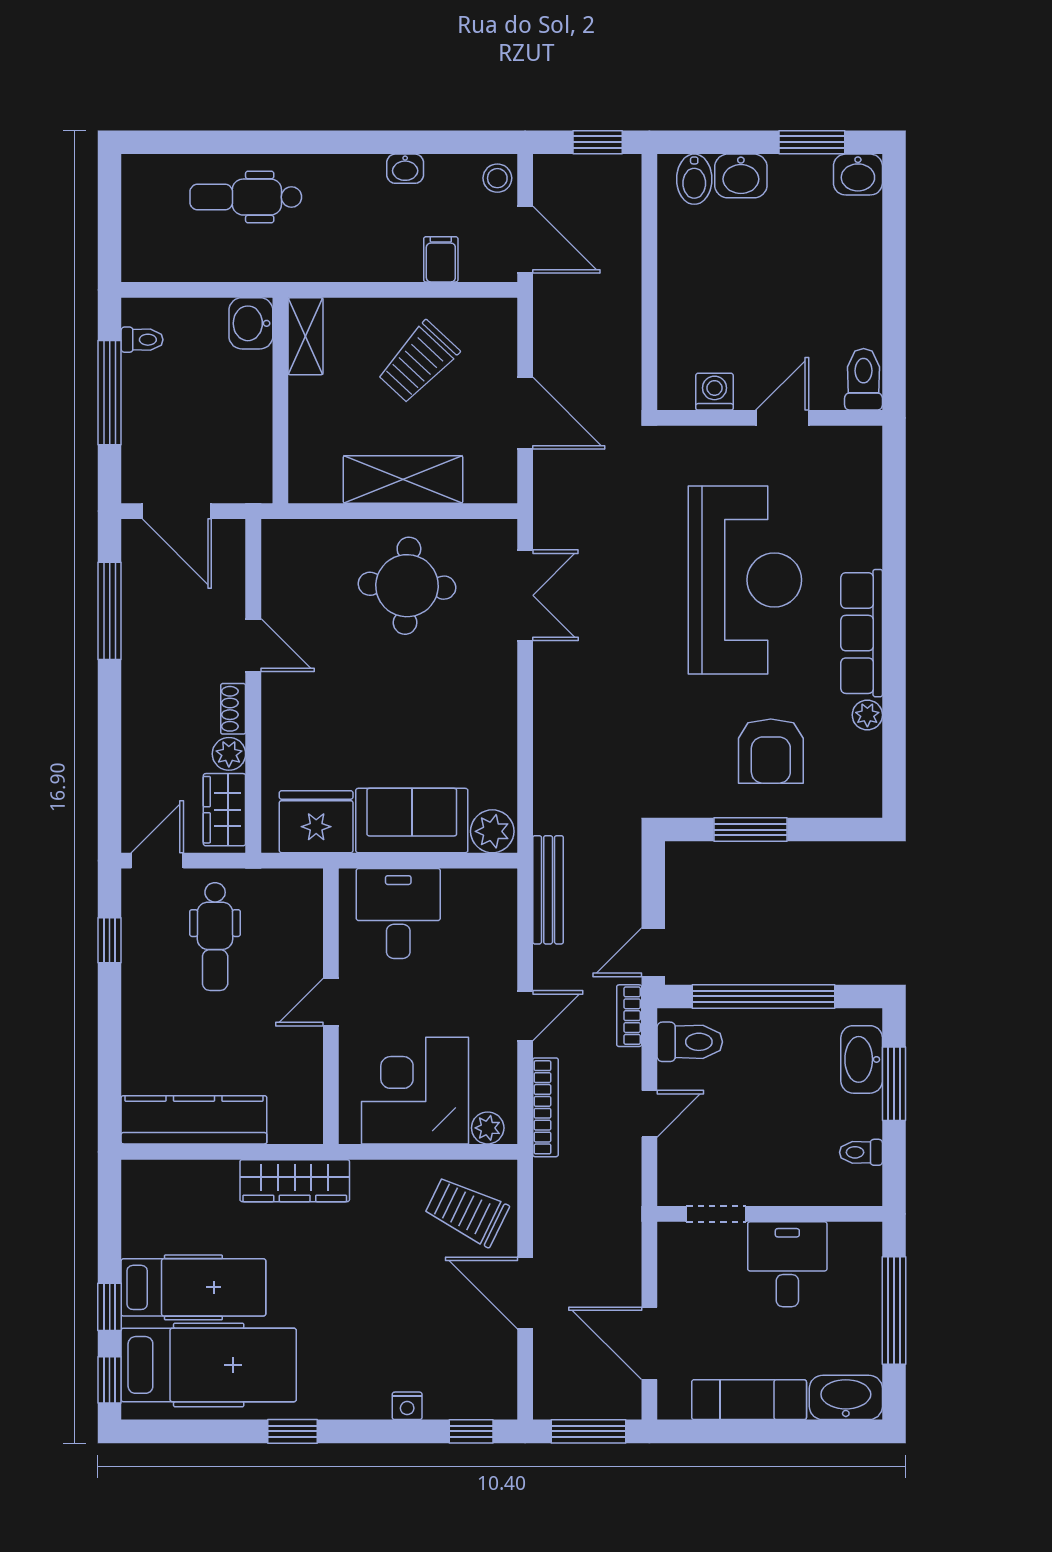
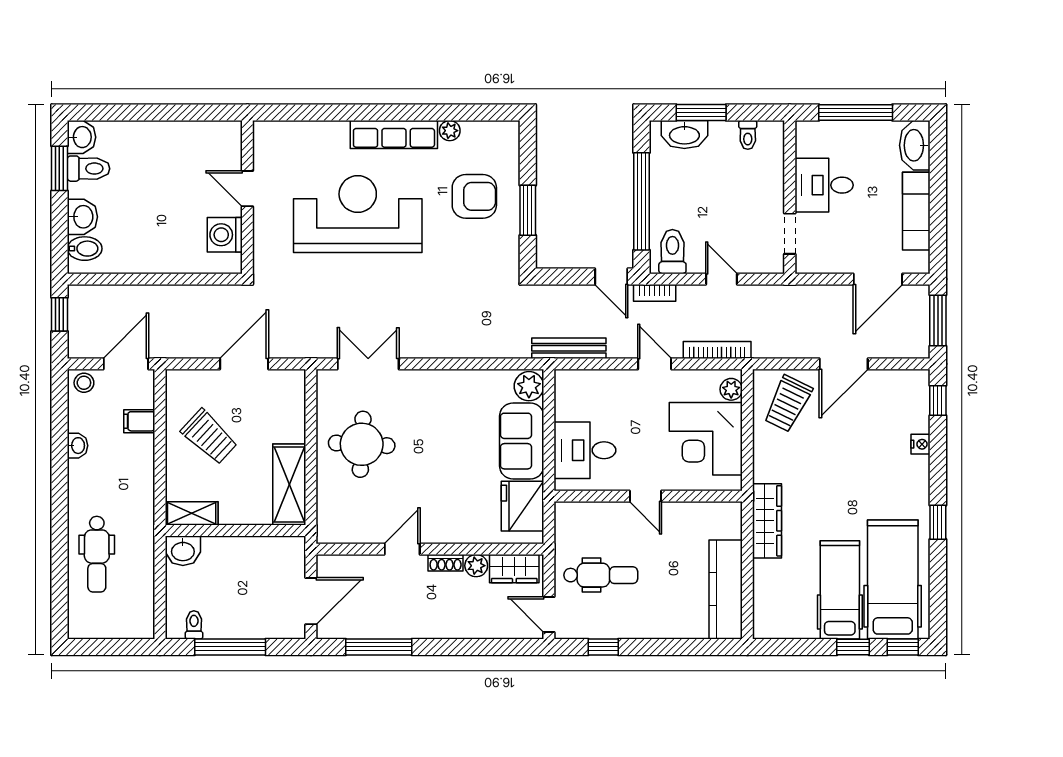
toilet: (864, 379) -> (88, 169), moved, turned 180
washing machine: (715, 392) -> (225, 235), width x1.38, depth x1.38
shelving: (403, 479) -> (289, 485), moved

